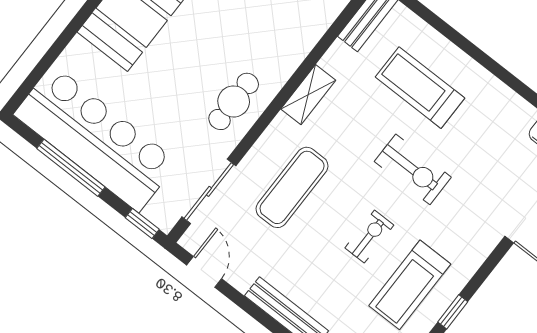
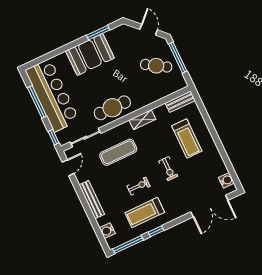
treadmill: (420, 88) -> (187, 139), turned 180
cafe table: (234, 101) -> (112, 108), width x1.37, depth x1.35
exercise bike: (413, 169) -> (168, 169), width x0.73, depth x0.72

